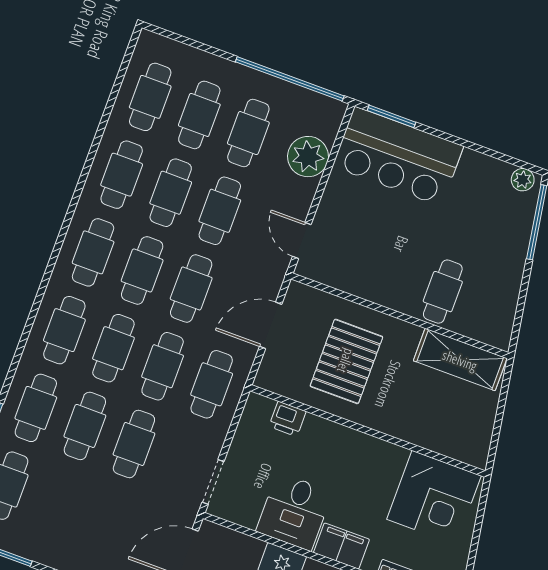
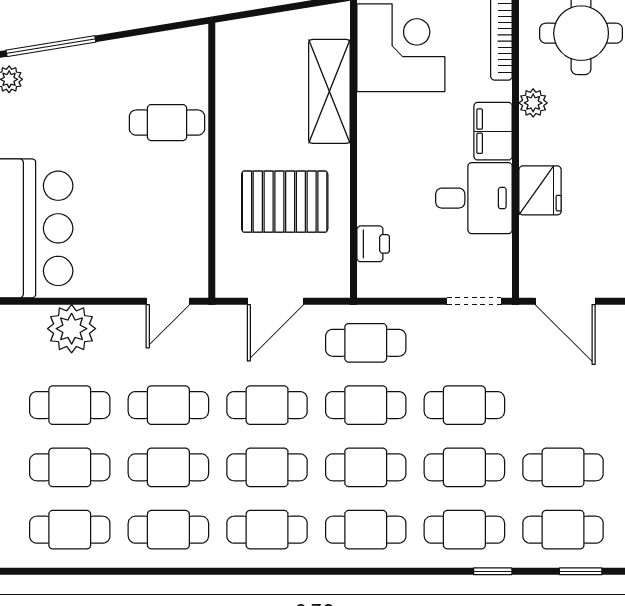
door: (271, 325) -> (276, 301), hinge flipped
shelving: (460, 360) -> (329, 91), moved
cafe table: (56, 504) -> (563, 467), added

